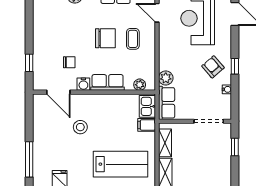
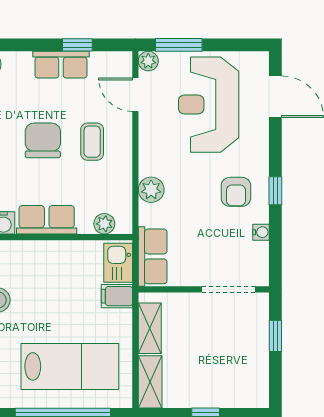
chair: (105, 38) -> (43, 140), turned -90
armchair: (213, 67) -> (236, 192), turned -139
plant: (166, 78) -> (151, 190), moved

